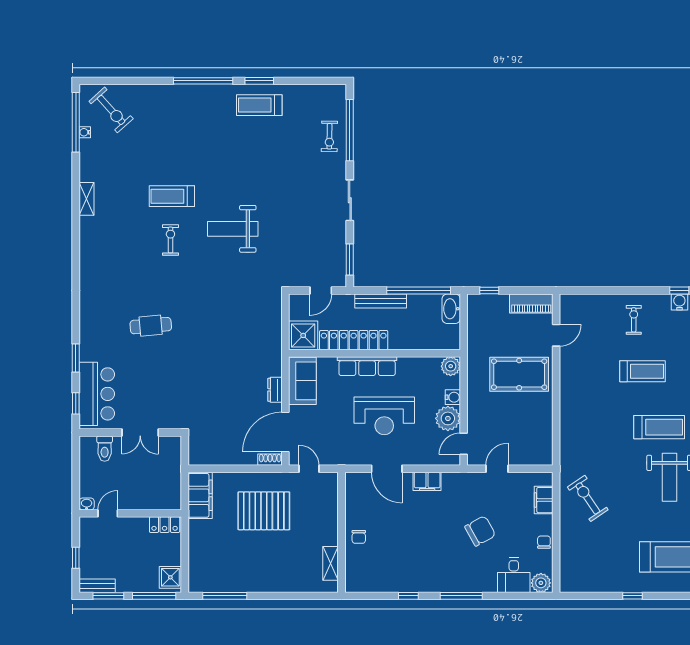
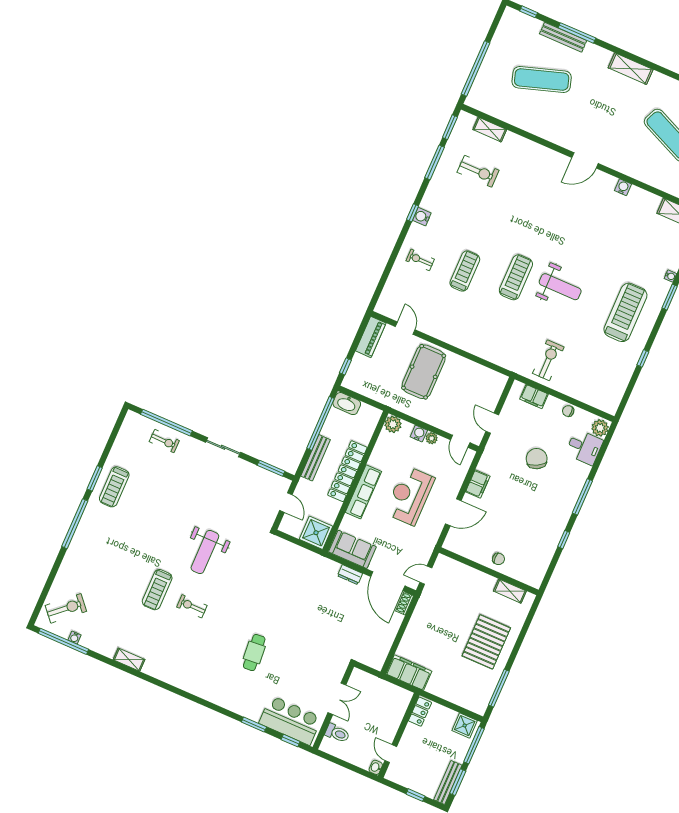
locker: (354, 340) -> (347, 471), moved
reception desk: (384, 416) -> (410, 496), turned 180
plant: (448, 418) -> (432, 438), width x0.53, depth x0.53
exercise bike: (588, 498) -> (548, 360), turned 124
pallet: (264, 511) -> (486, 642), moved
bench: (97, 586) -> (448, 782), width x1.36

